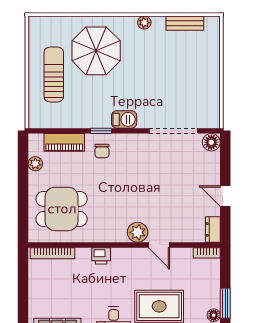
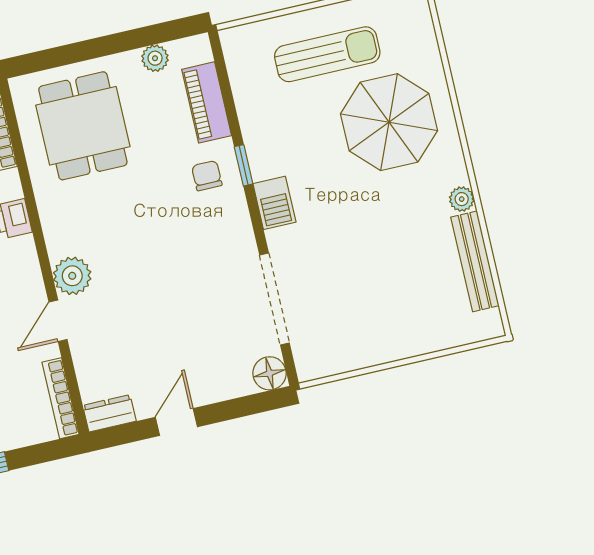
bench: (185, 23) -> (475, 261), width x1.36
chair: (102, 151) -> (207, 176), turned 90
bookcase: (207, 253) -> (61, 398), width x1.56

